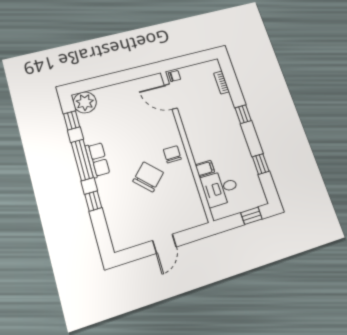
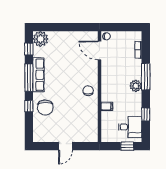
window: (243, 114) -> (146, 77), width x2.17
plant: (234, 130) -> (136, 86), added
row of seats: (97, 160) -> (38, 75), width x1.48
chair: (148, 177) -> (45, 108), moved, turned 135
desk: (220, 188) -> (130, 127), moved, turned 180

